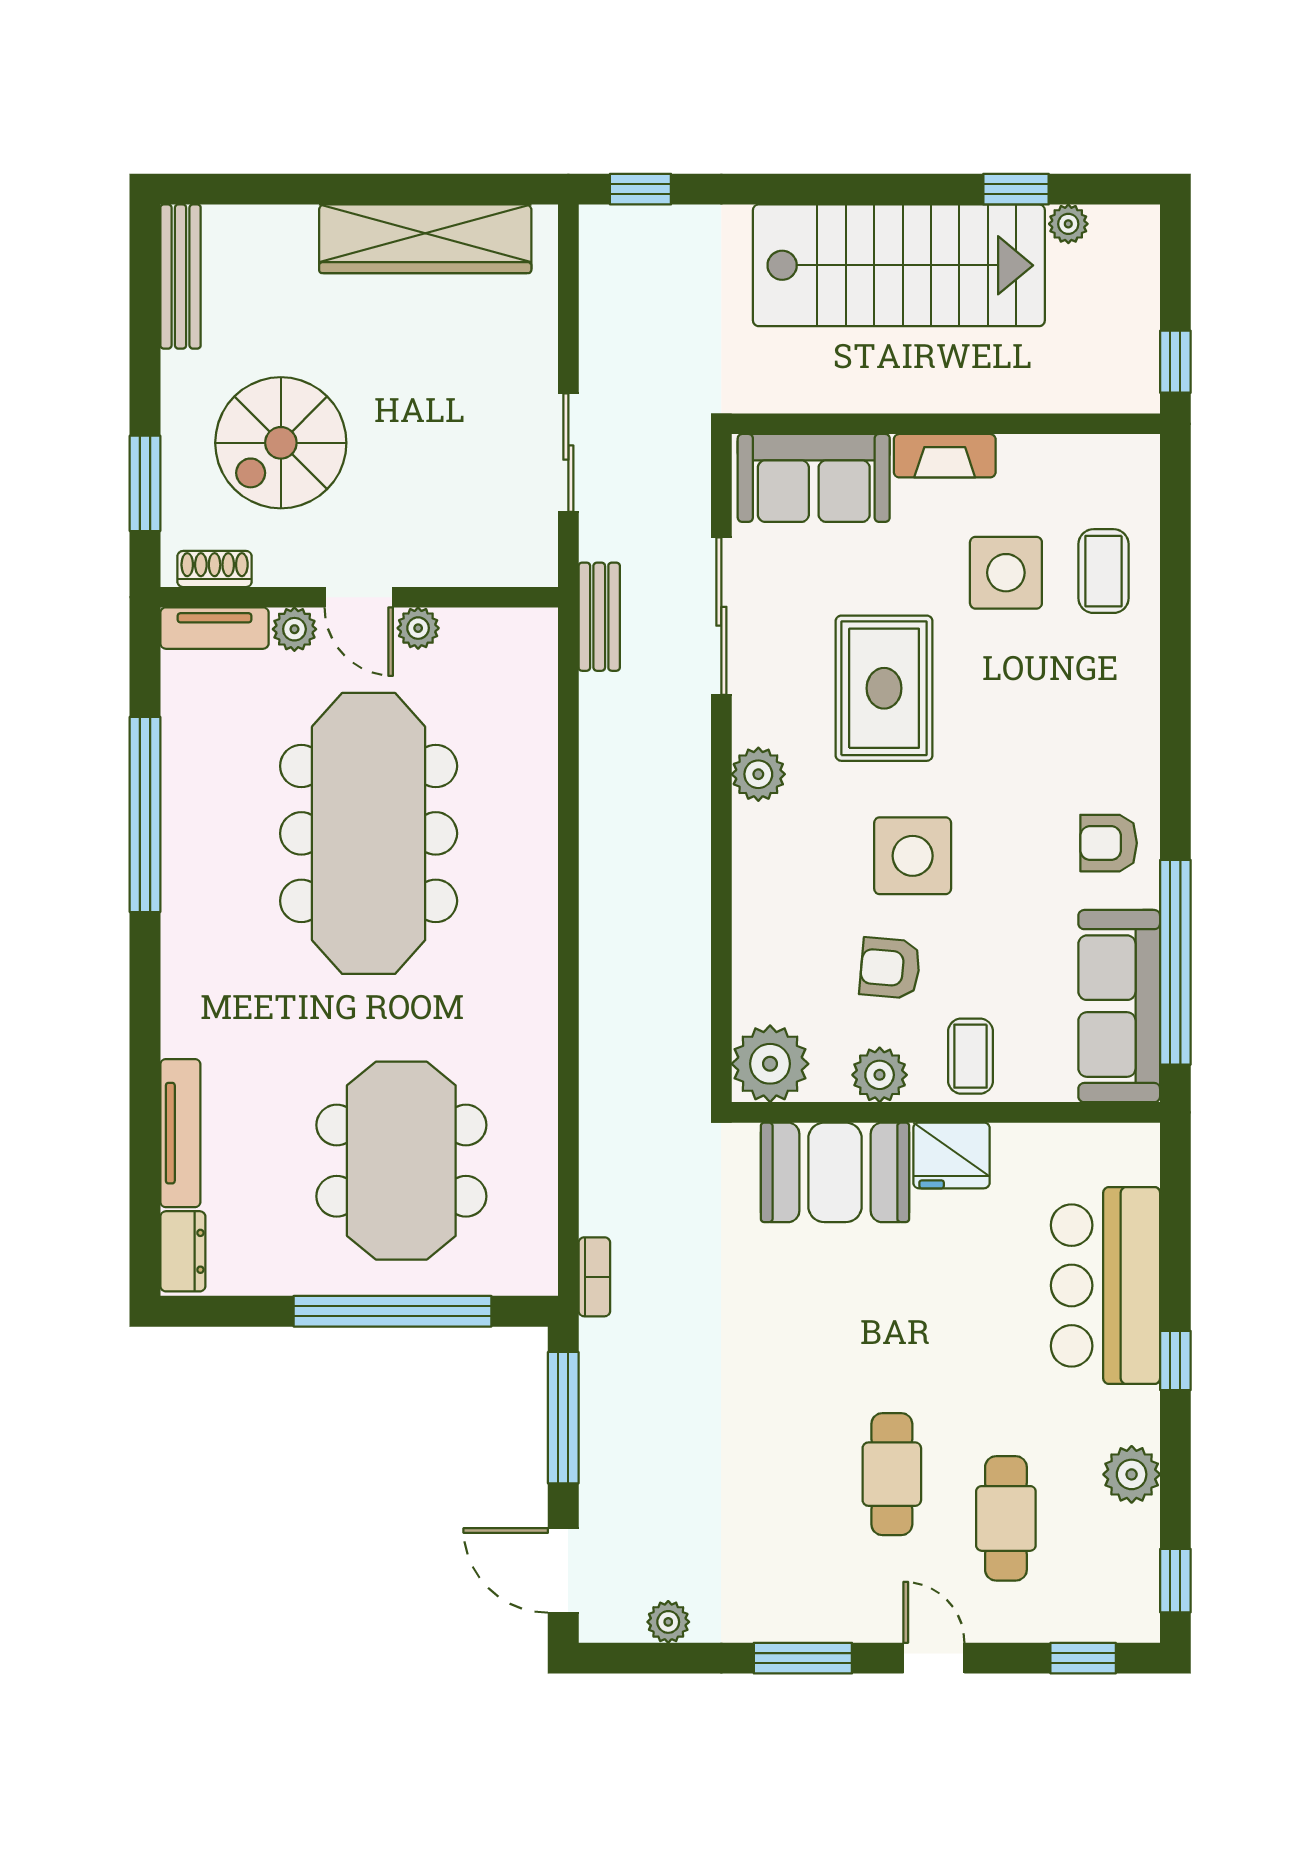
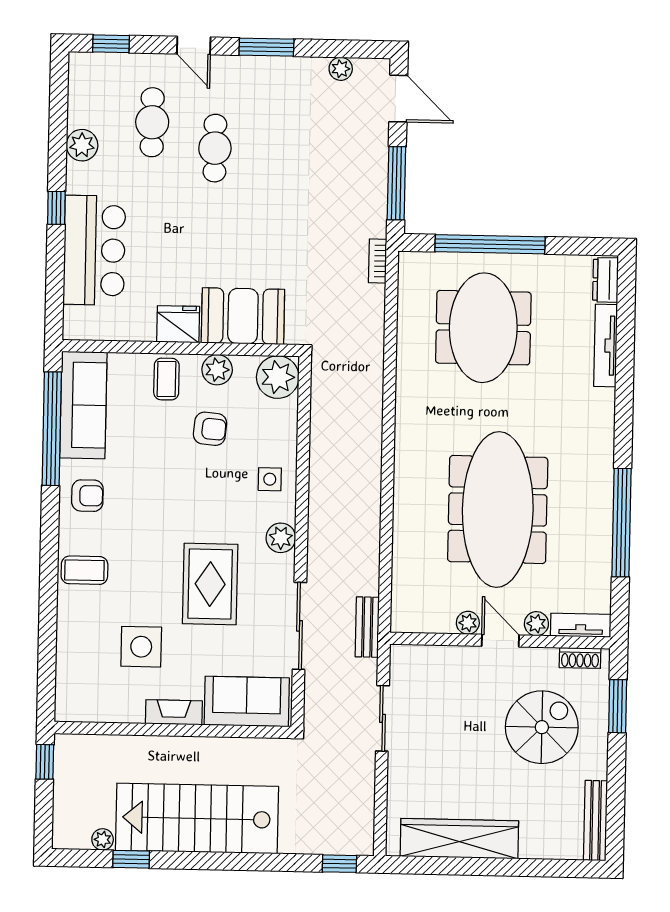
coffee table: (1104, 571) -> (84, 570), moved, turned 90
side table: (913, 856) -> (270, 479), moved, width x0.54, depth x0.54
window: (1175, 1581) -> (59, 86), removed

